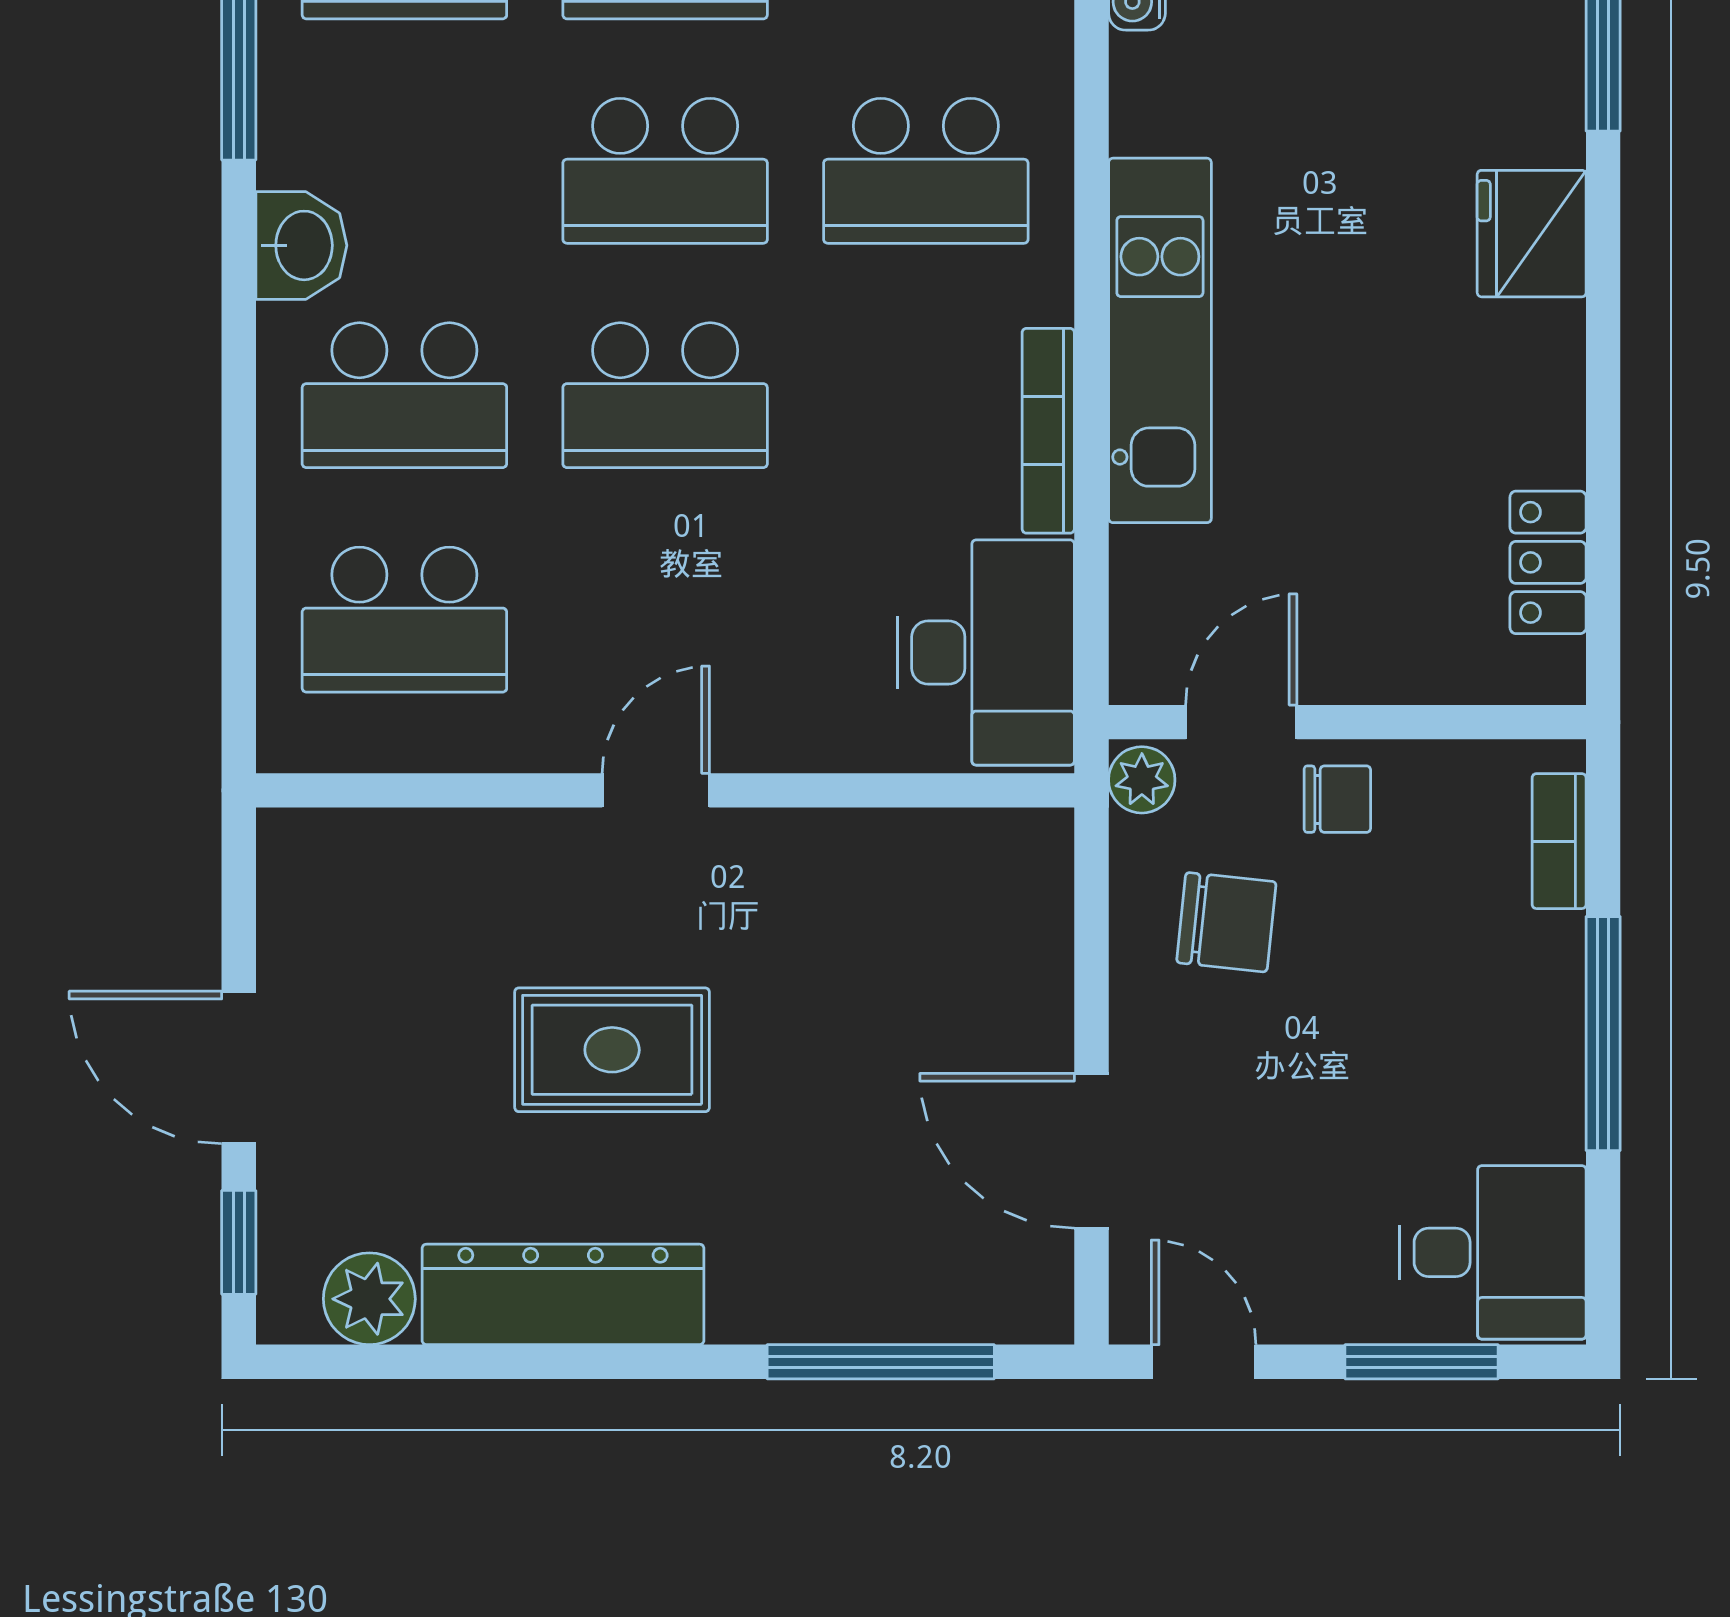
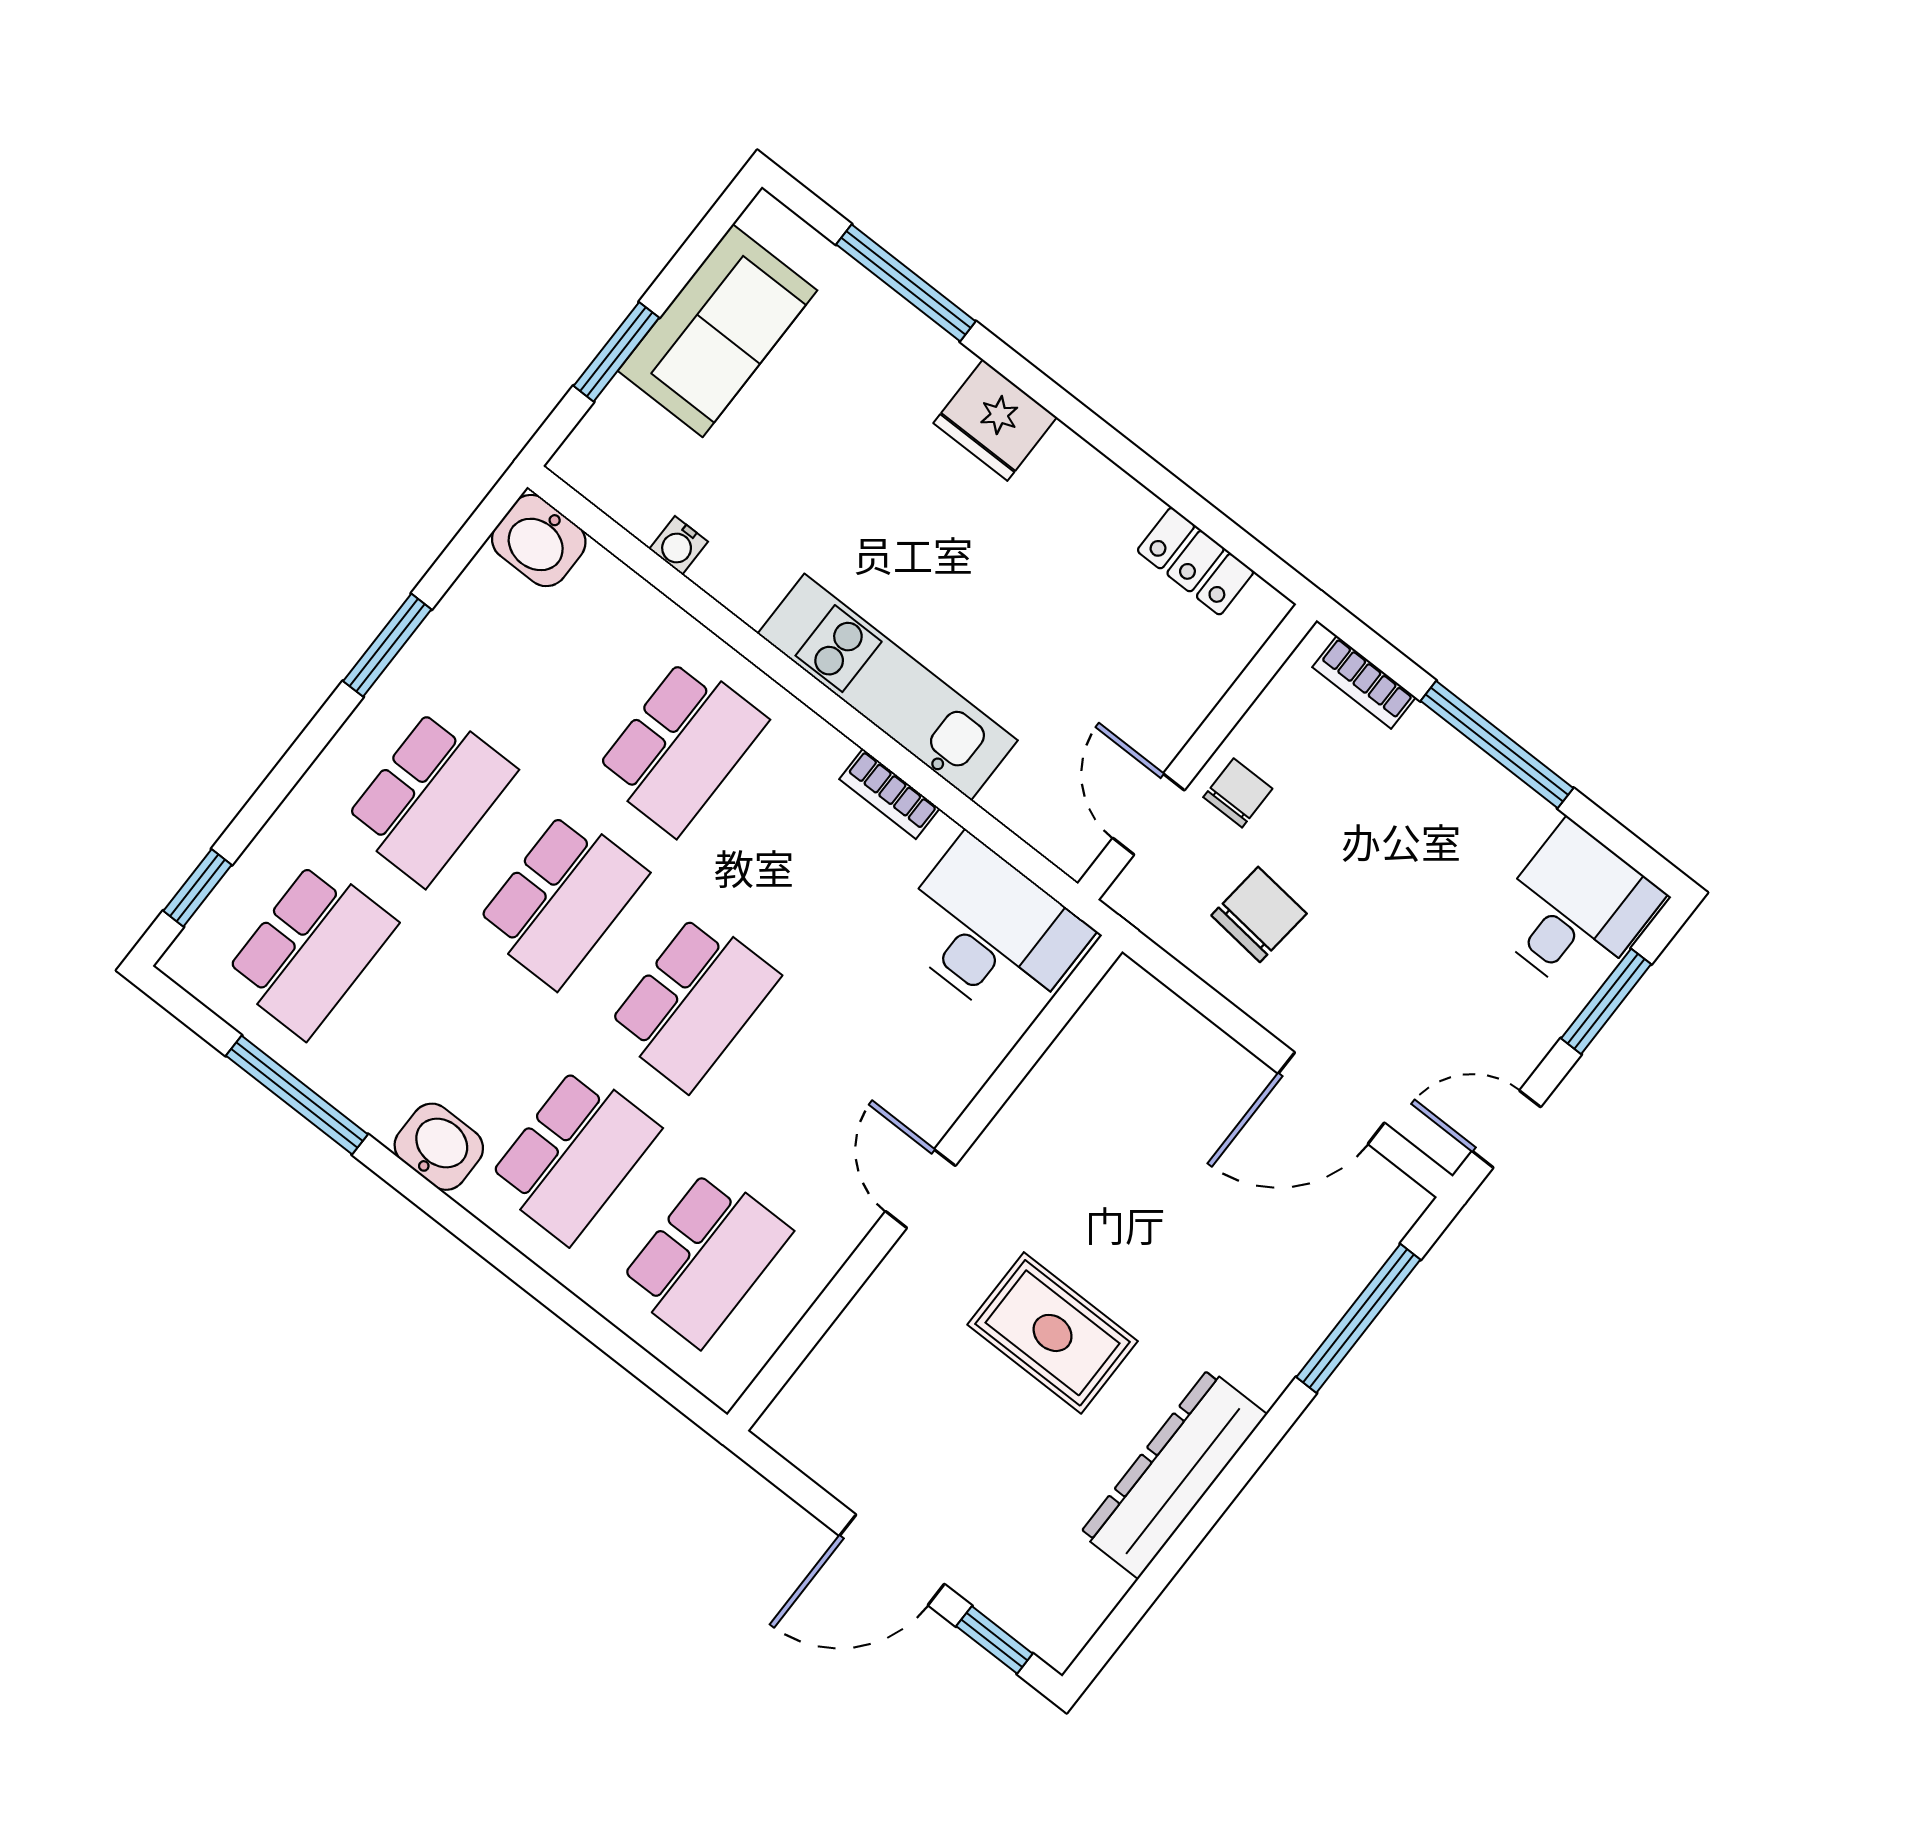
bookcase: (1048, 431) -> (889, 794), width x0.64
plant: (1142, 780) -> (1137, 899), removed
rug: (612, 1050) -> (1053, 1333), turned 90
plant: (369, 1299) -> (1087, 1589), removed

